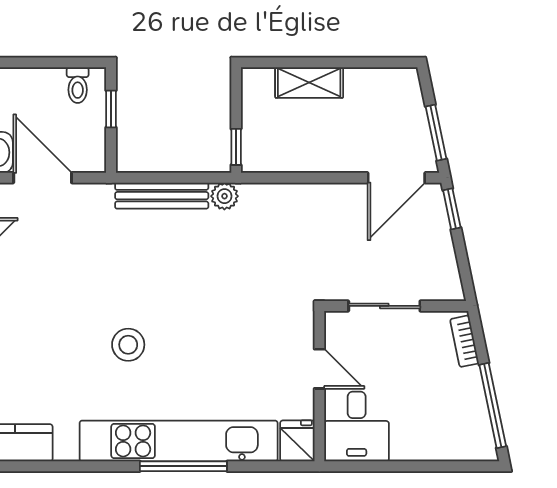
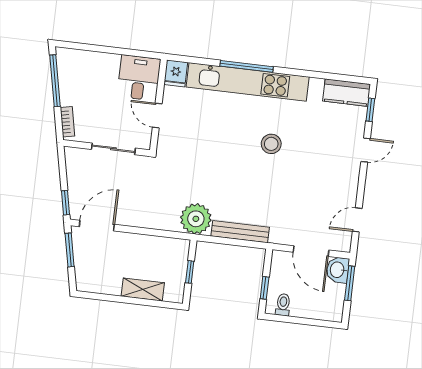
window: (236, 147) -> (190, 272), moved
plant: (224, 196) -> (196, 219), width x1.88, depth x1.88

